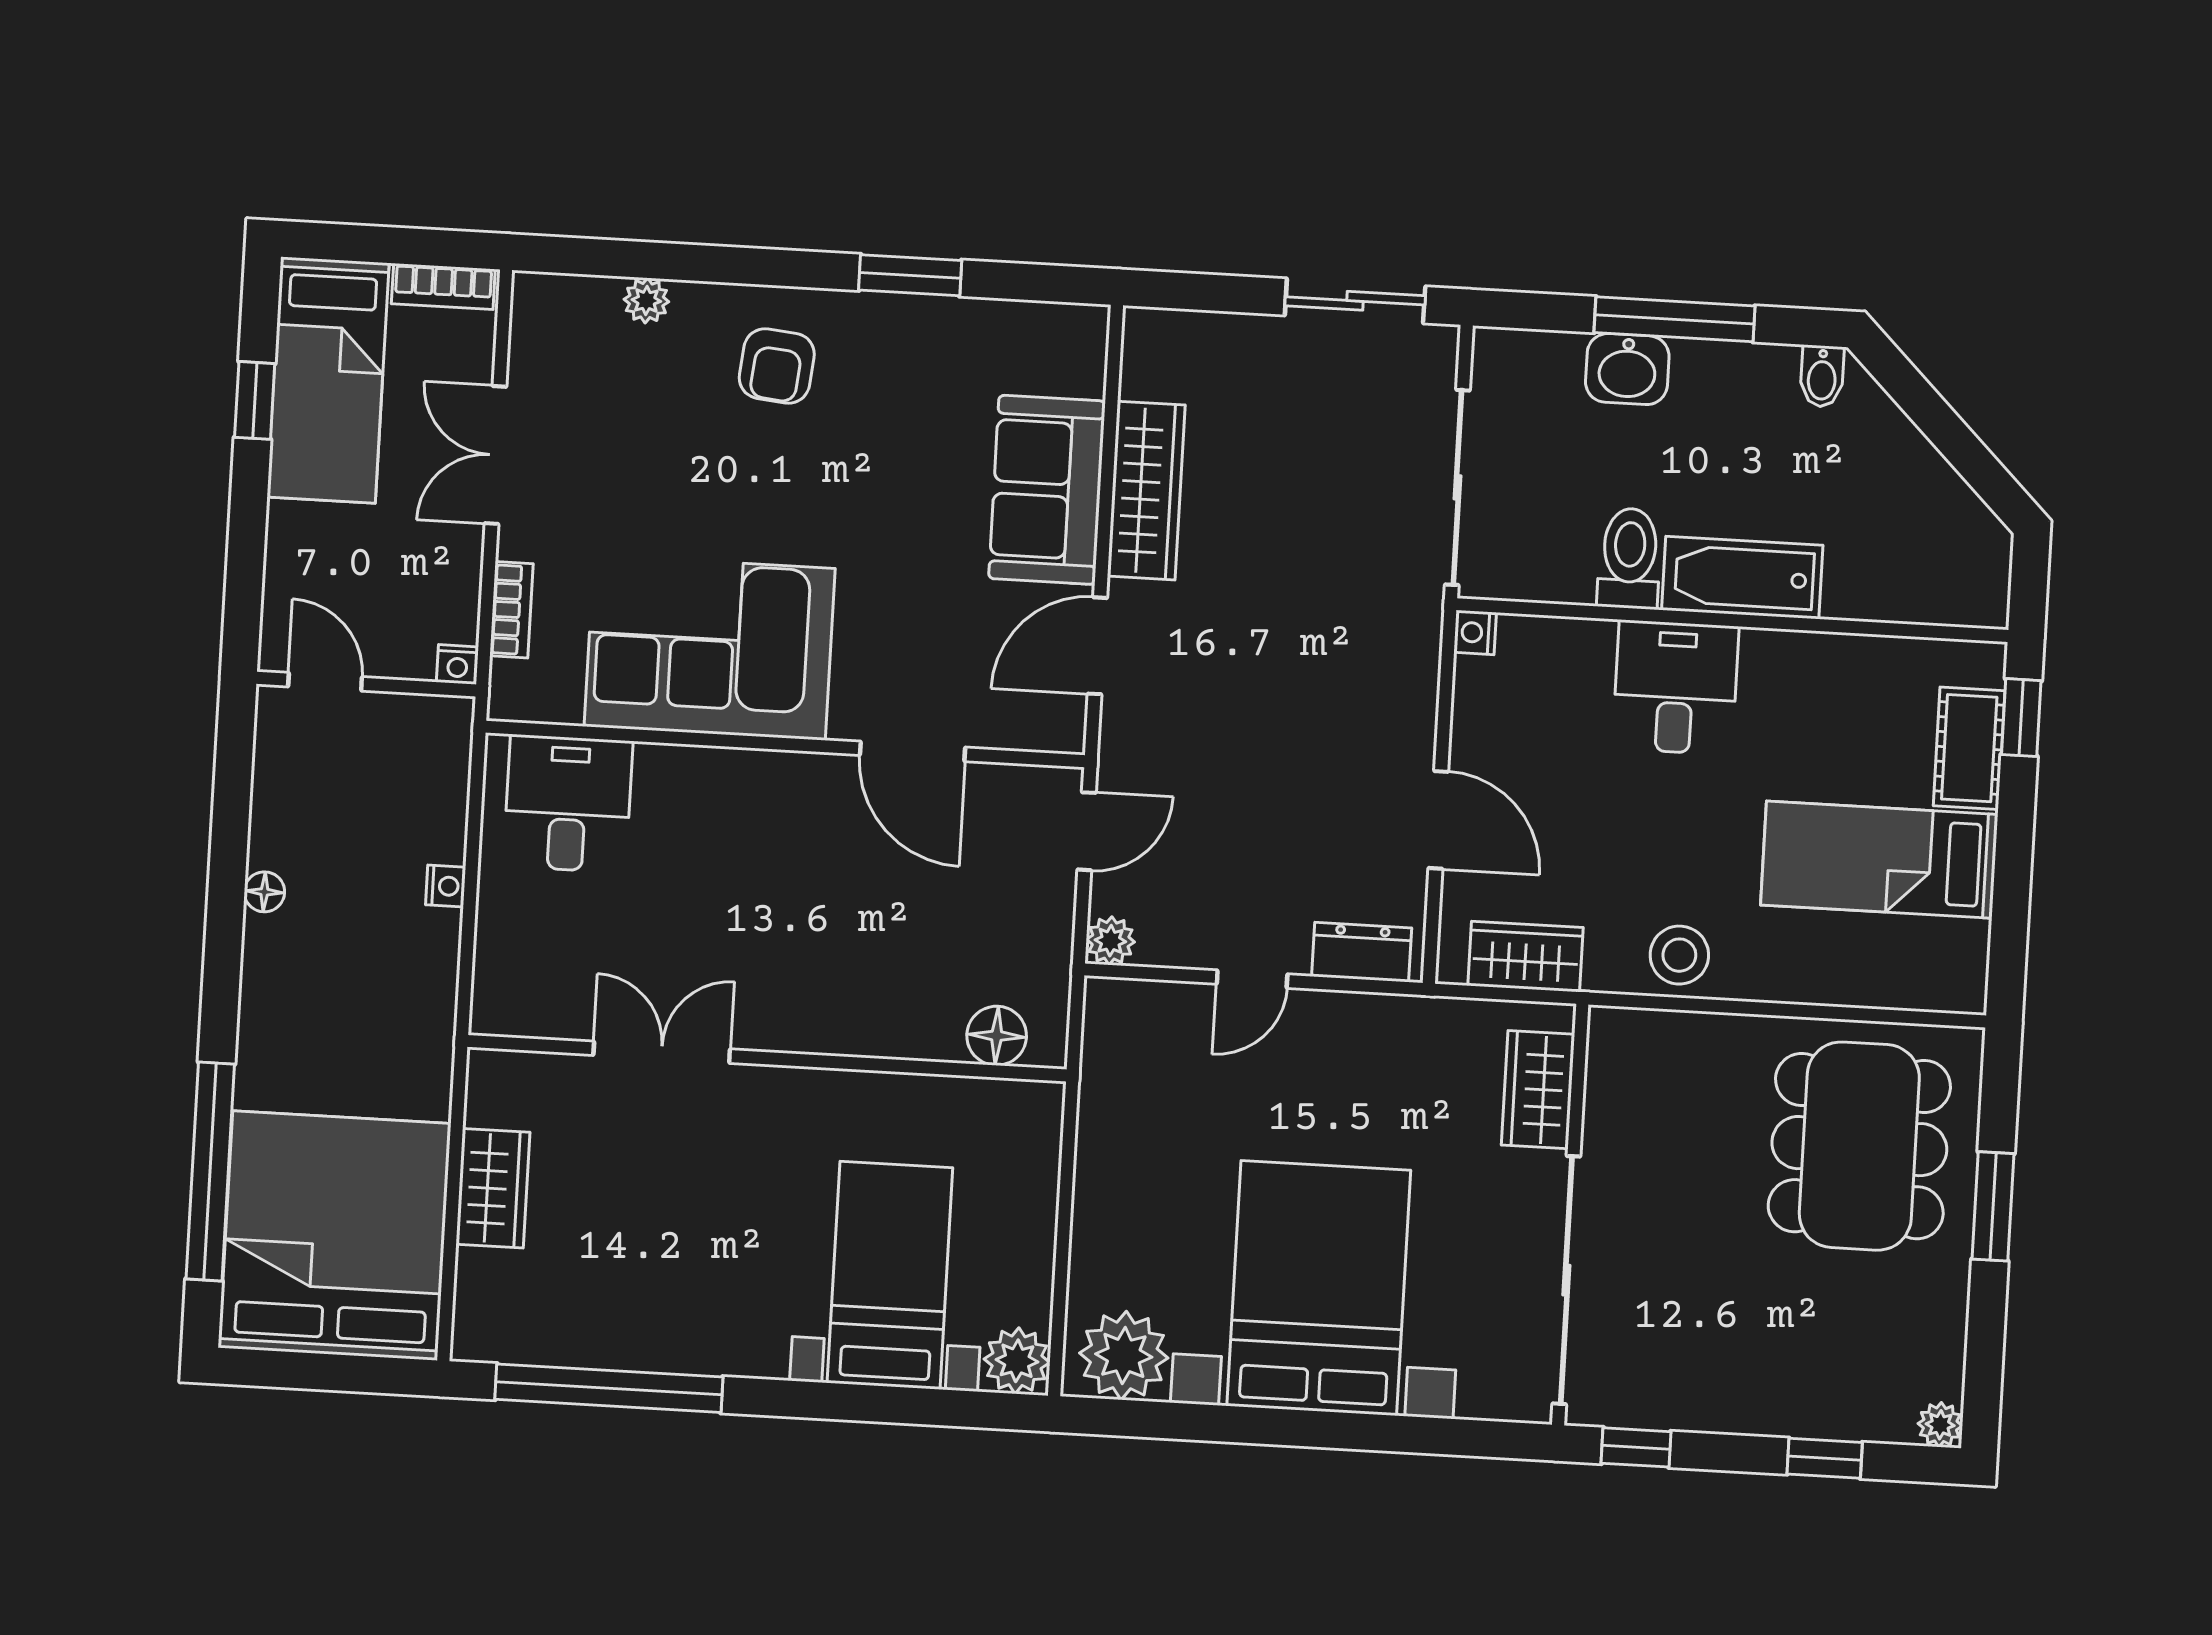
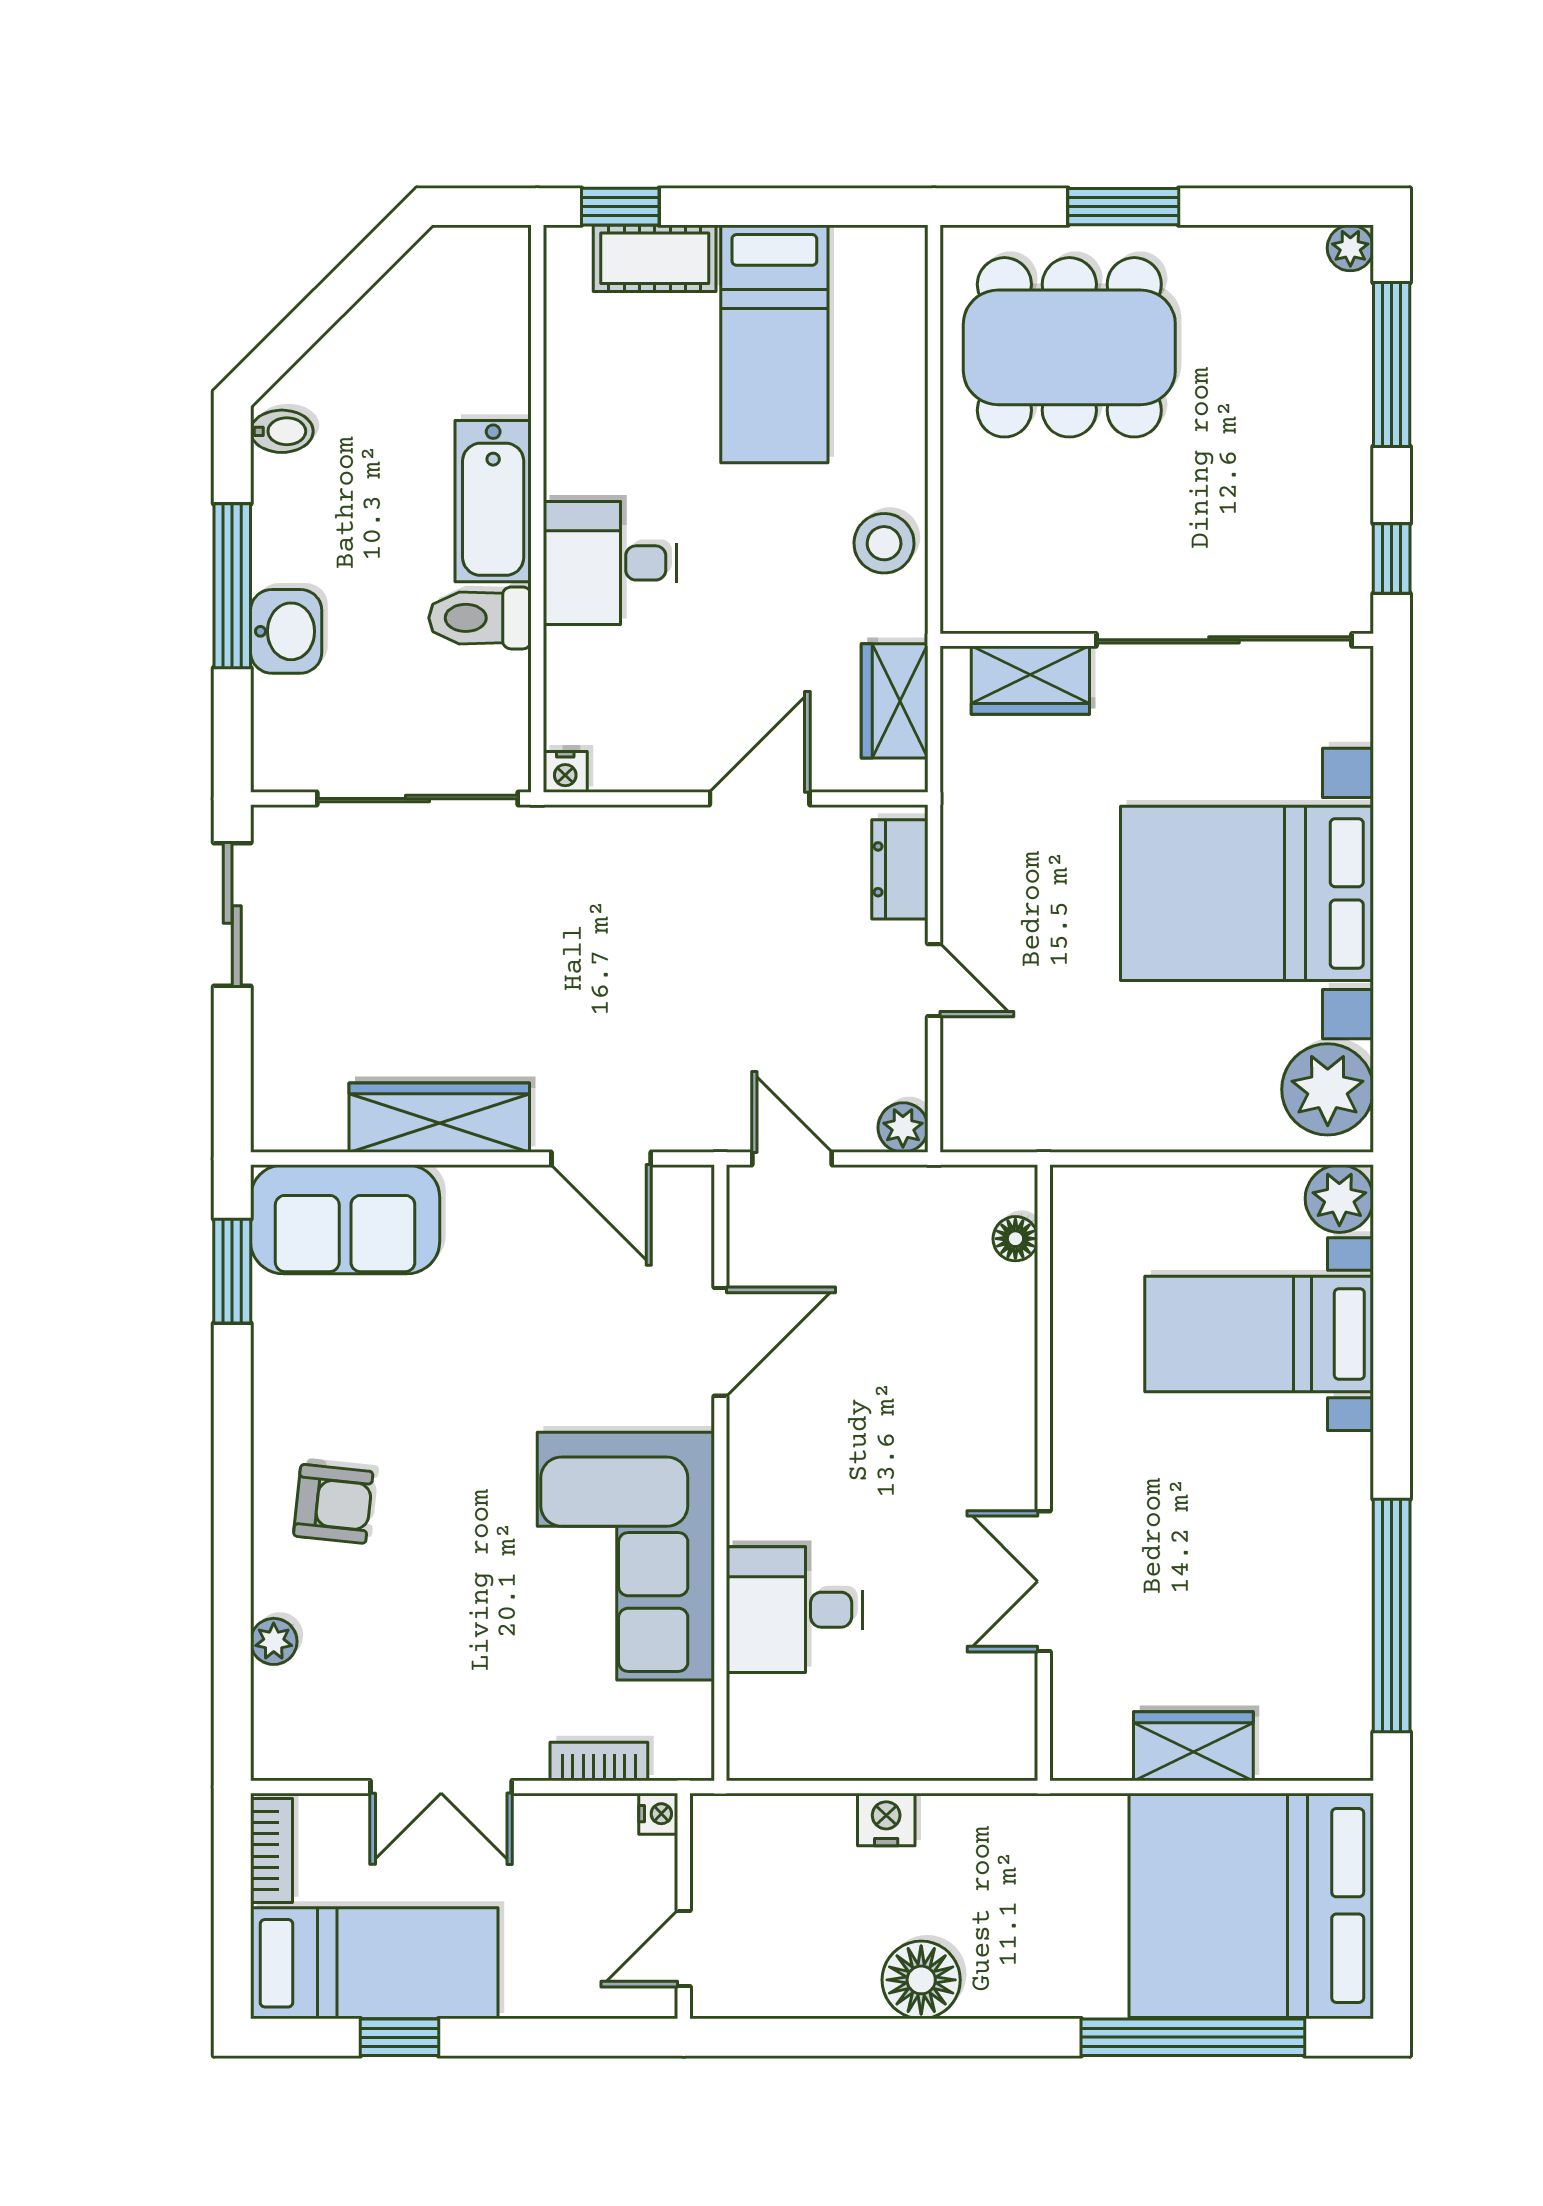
window: (910, 275) -> (232, 1271), moved
sofa: (1047, 490) -> (345, 1219), moved
desk: (568, 804) -> (794, 1610), moved
nightstand: (446, 886) -> (886, 1820), width x1.39, depth x1.35
floor lamp: (264, 892) -> (921, 1980), width x1.89, depth x1.89
floor lamp: (997, 1036) -> (1015, 1239), width x0.73, depth x0.73
window: (1825, 1458) -> (1392, 365), width x2.17

